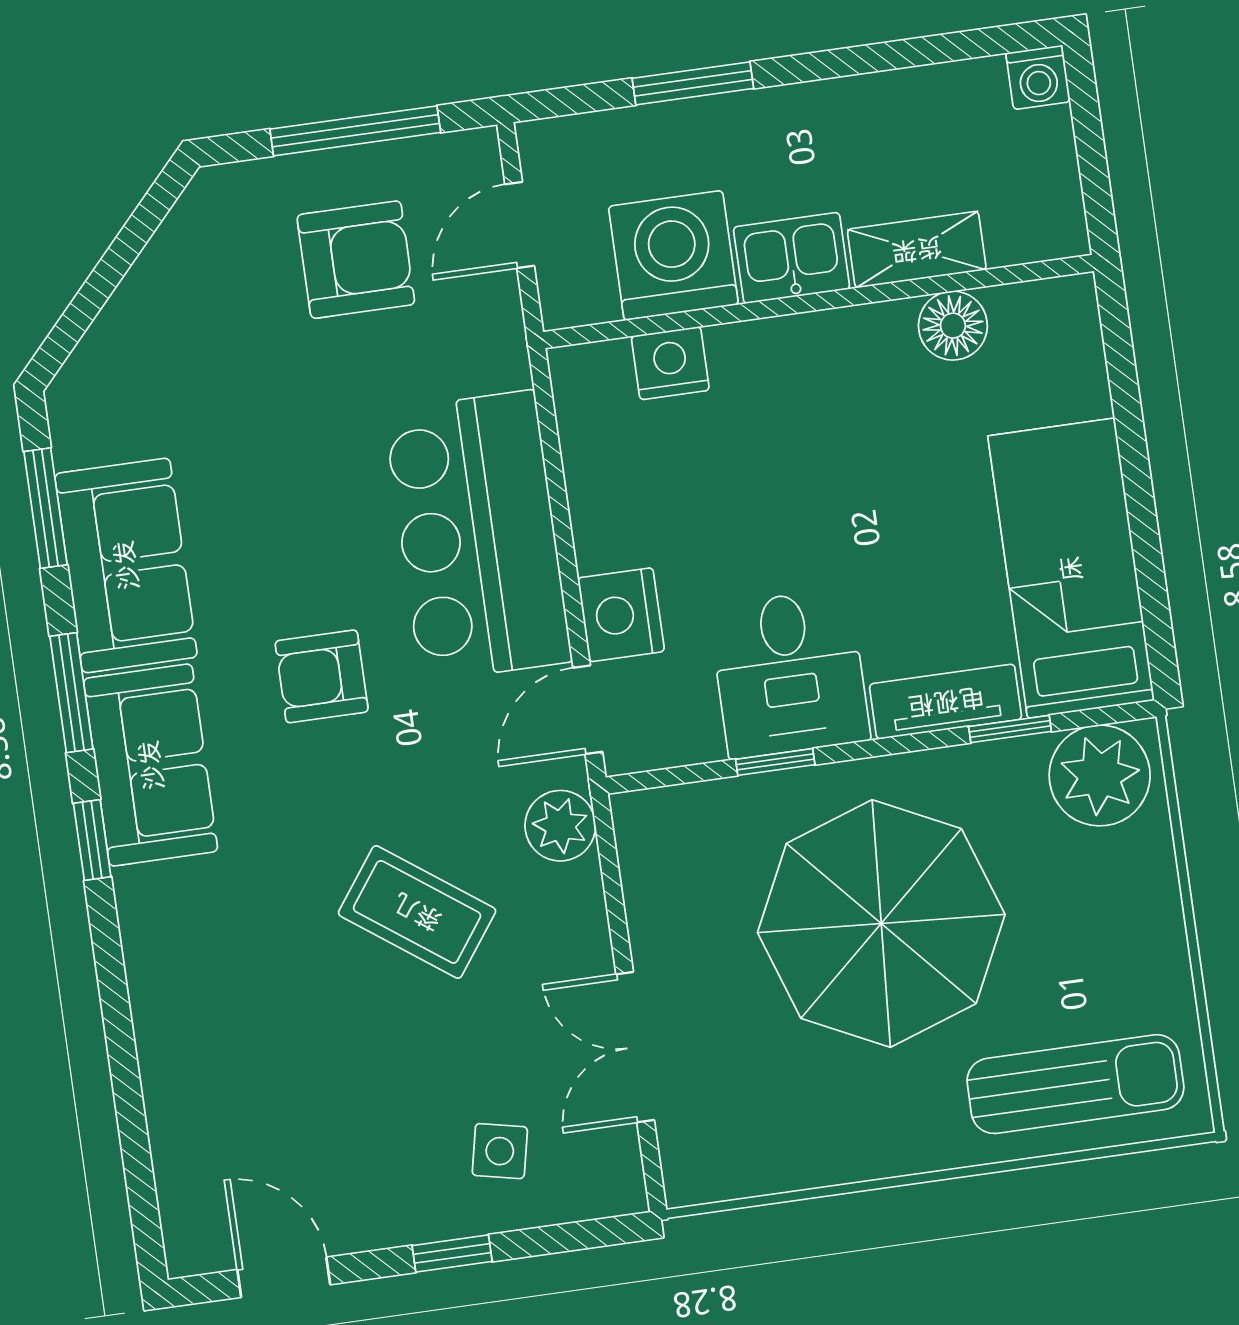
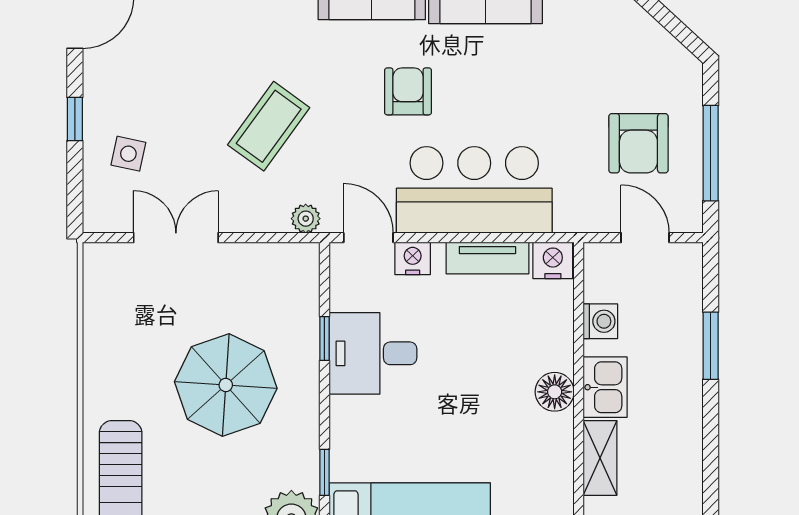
washing machine: (673, 256) -> (600, 321), width x0.53, depth x0.53
floor lamp: (953, 326) -> (555, 392), moved
nightstand: (670, 363) -> (553, 260), moved, turned -90
nightstand: (621, 615) -> (413, 258), width x0.74, depth x0.75
tv unit: (946, 702) -> (487, 258), moved, turned 90
plant: (560, 826) -> (306, 219), width x0.73, depth x0.73
parasol: (881, 924) -> (226, 385), width x0.73, depth x0.73

